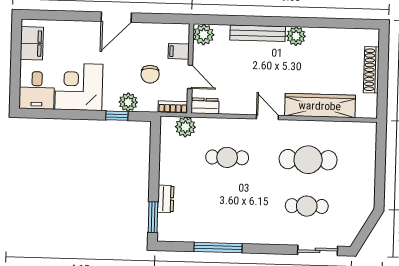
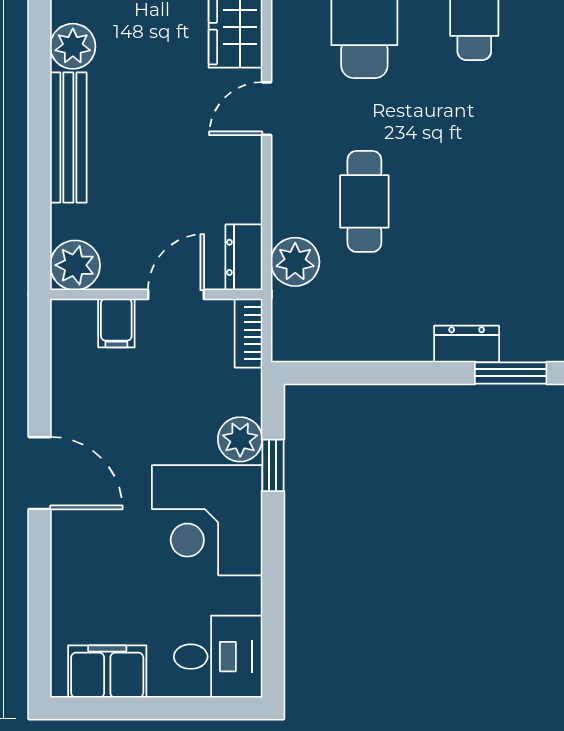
chair: (150, 74) -> (172, 389), removed
corner desk: (79, 87) -> (207, 520), moved
plant: (185, 127) -> (295, 262), moved

